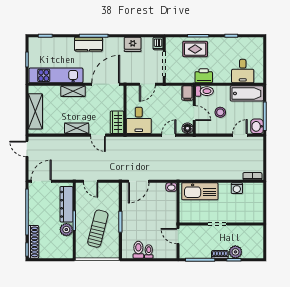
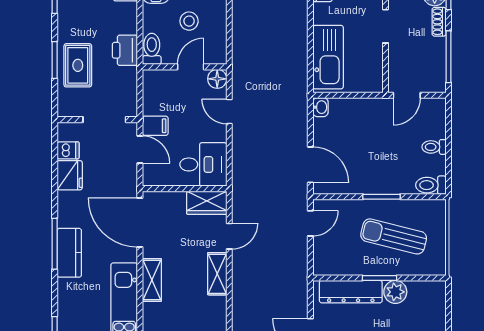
dishwasher: (158, 44) -> (68, 150), moved
filing cabinet: (187, 93) -> (155, 126), moved
door: (91, 181) -> (310, 223), moved
toilet: (138, 250) -> (431, 185), moved

